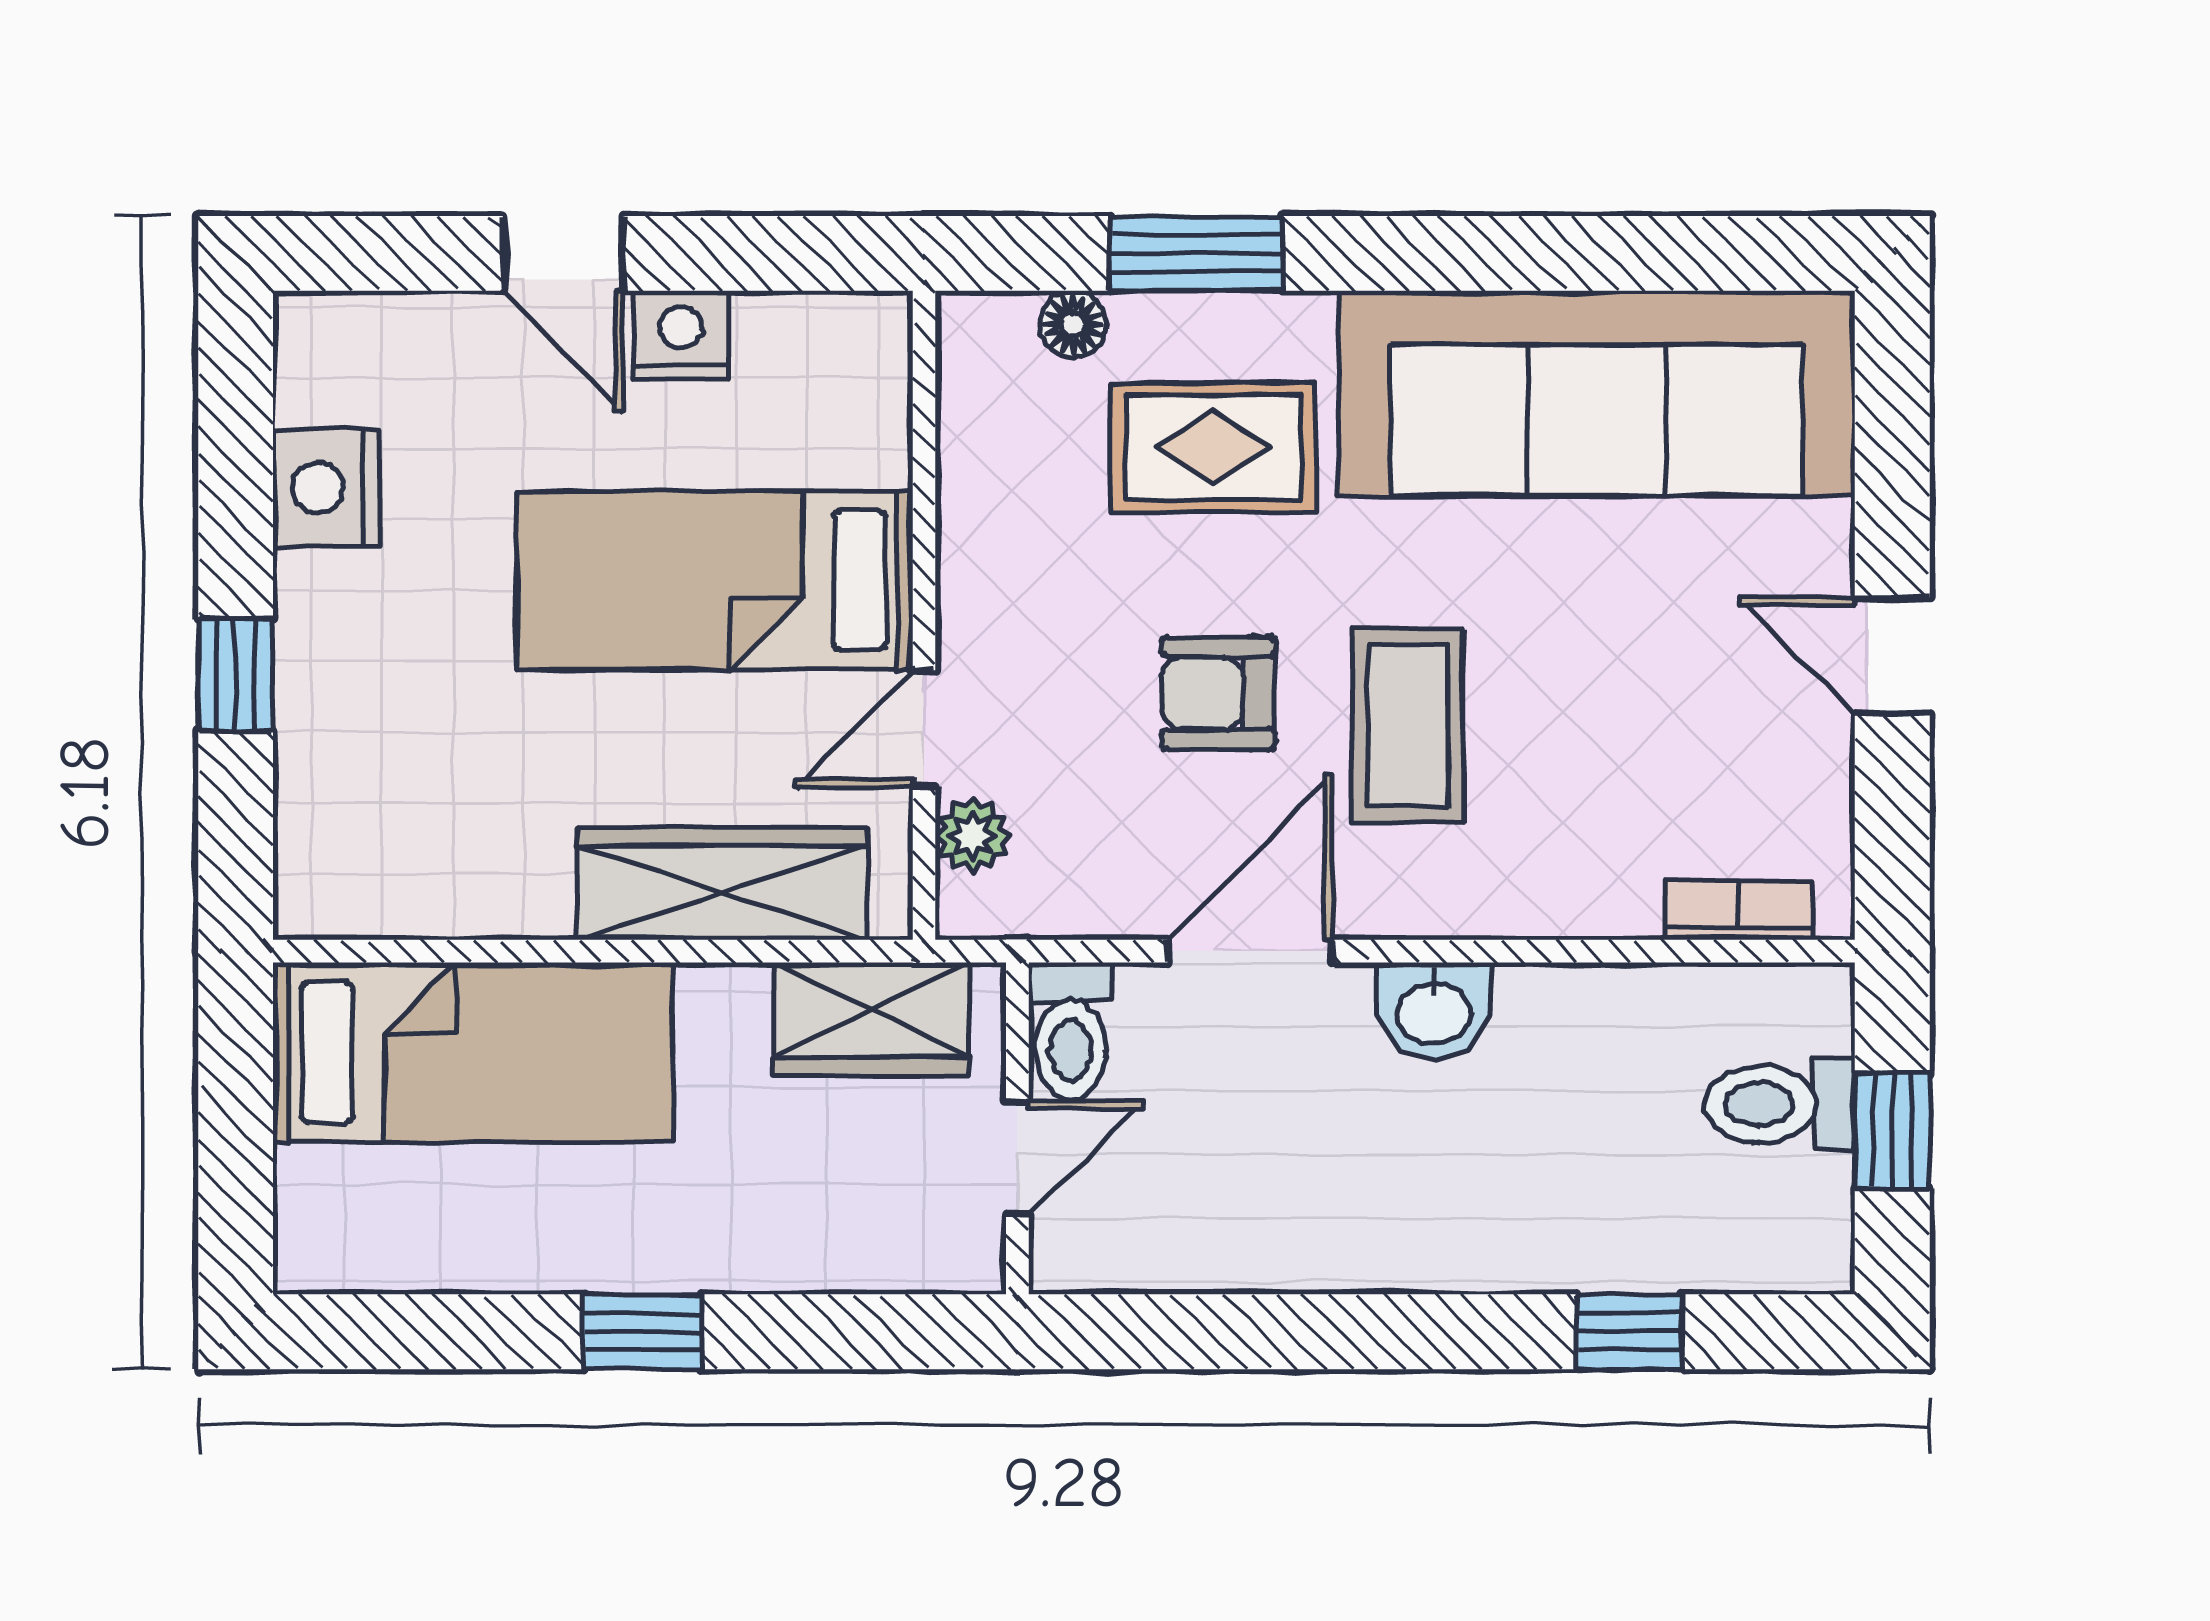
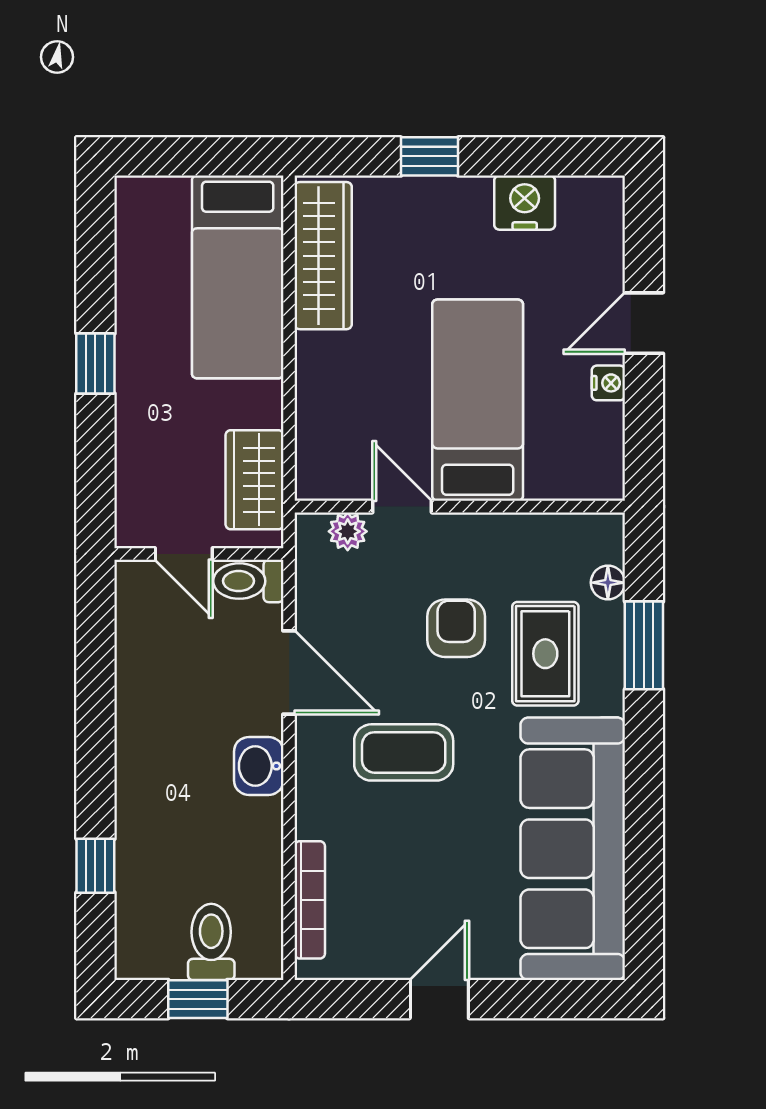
nightstand: (681, 335) -> (608, 383), width x0.72, depth x0.74
armchair: (1218, 693) -> (456, 628), moved
wardrobe: (722, 884) -> (323, 256), moved
bookcase: (1739, 910) -> (310, 900), width x1.56

